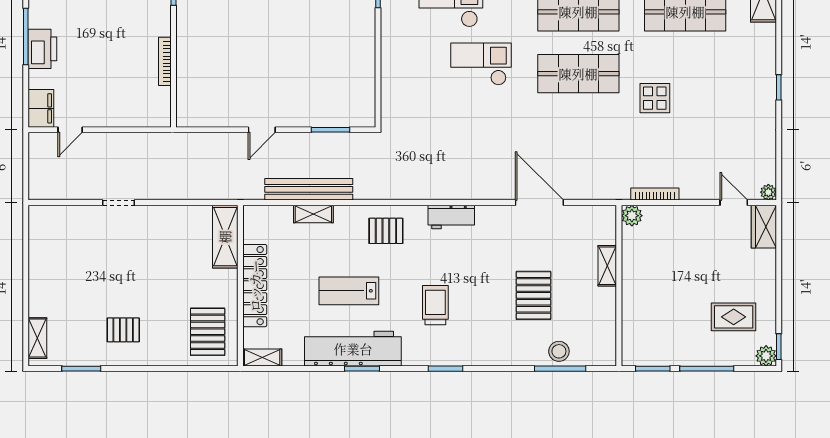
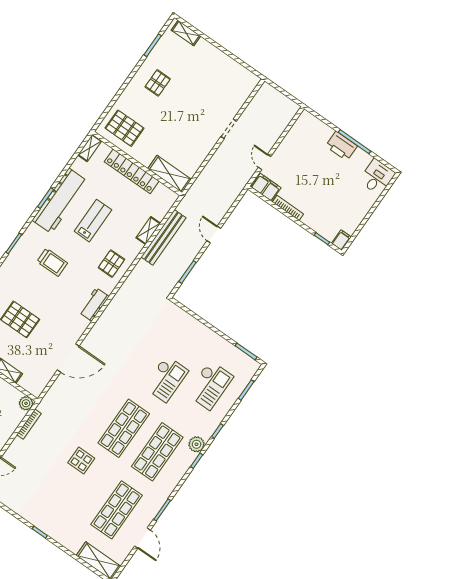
filing cabinet: (41, 108) -> (266, 187), moved, turned 180
door: (70, 130) -> (265, 162), moved

